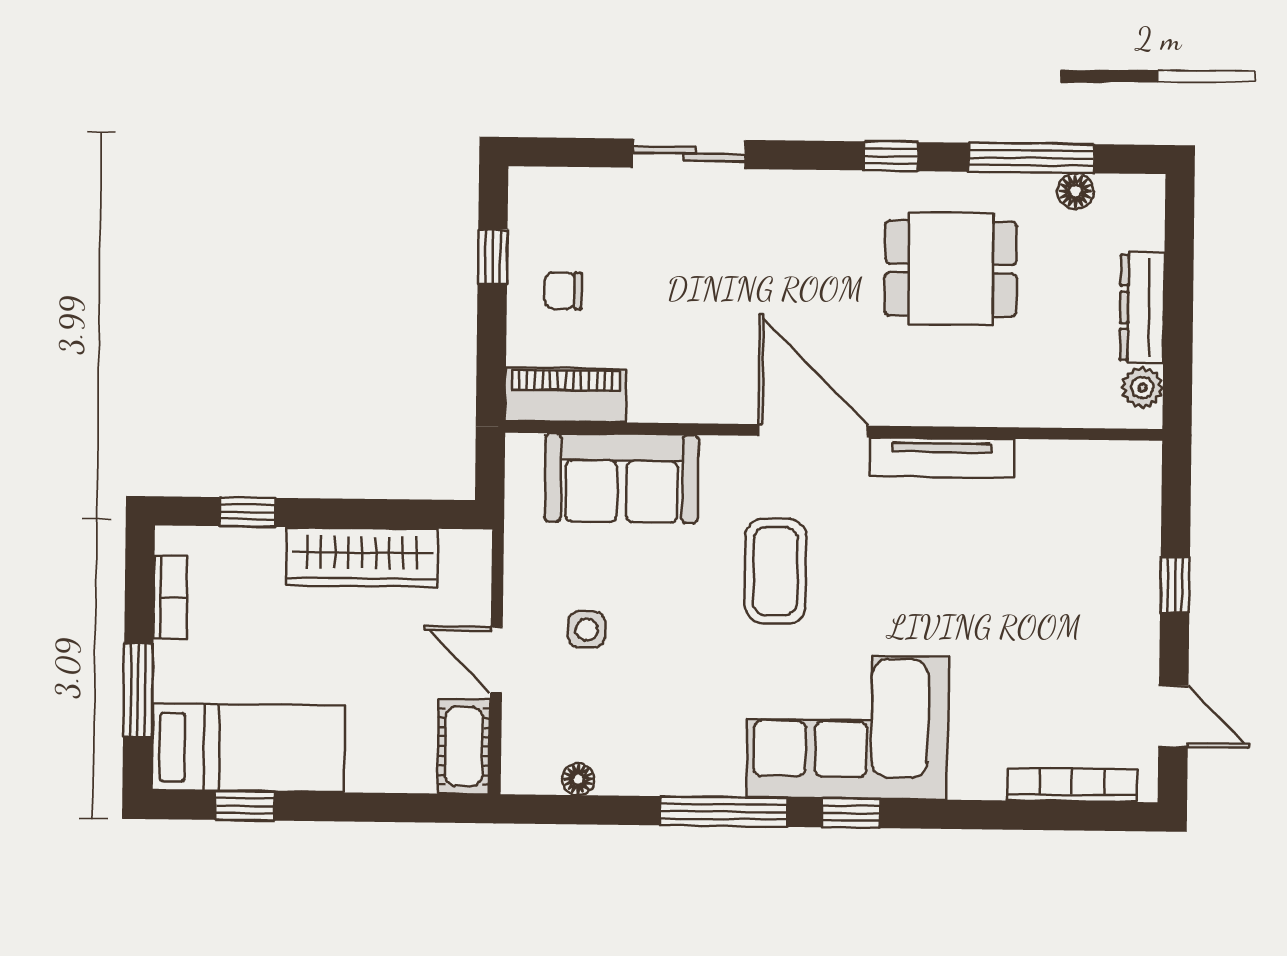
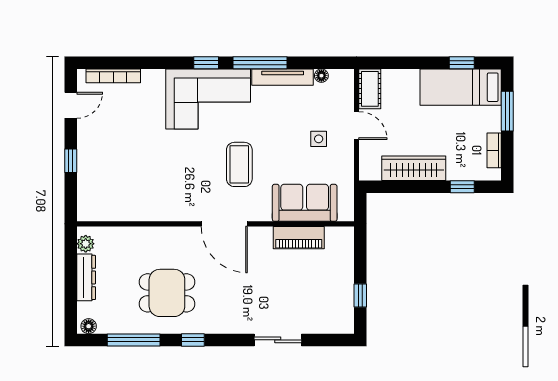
floor lamp: (1076, 191) -> (89, 326), moved
chair: (563, 291) -> (330, 282), removed
piano: (566, 395) -> (299, 238), moved
tv unit: (942, 458) -> (283, 77), moved, turned 180
door: (1173, 716) -> (71, 105), swing flipped

